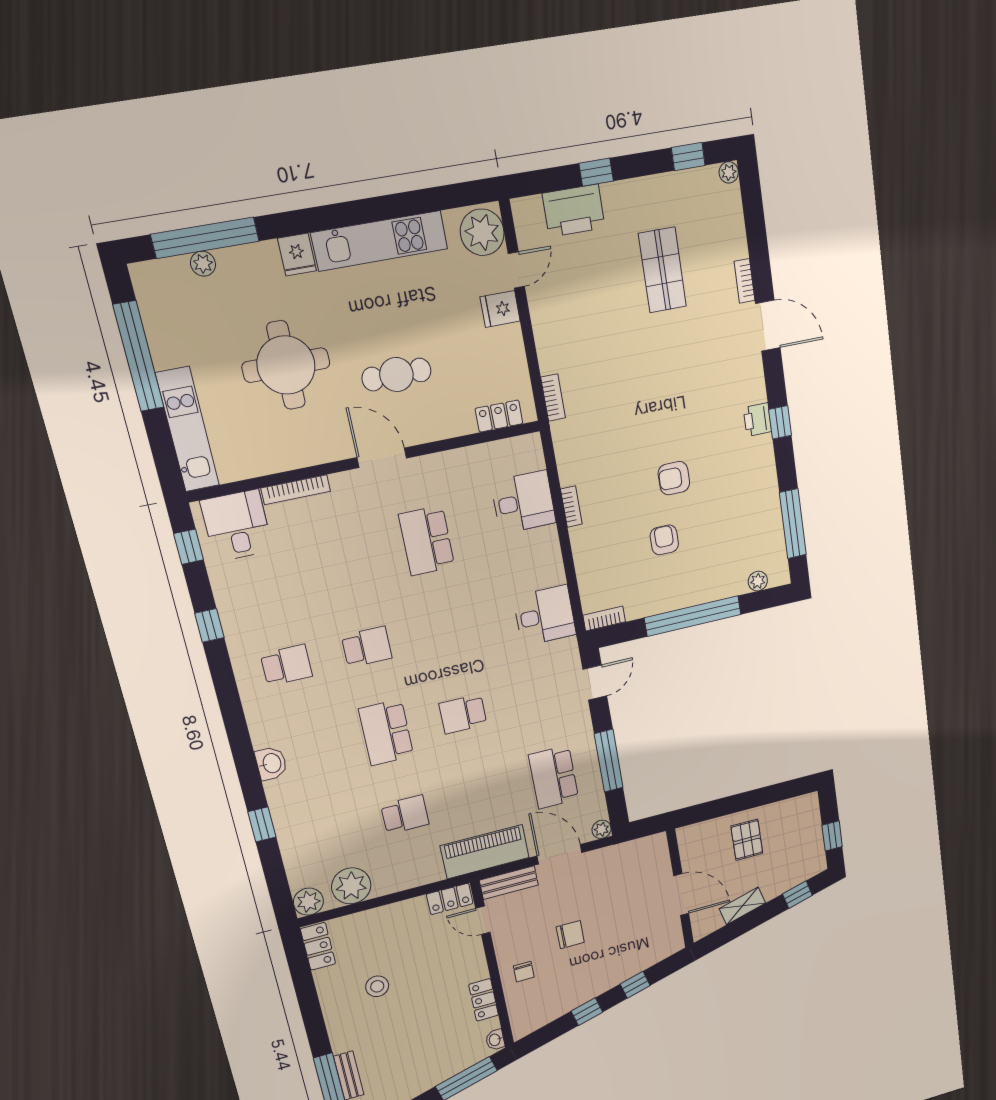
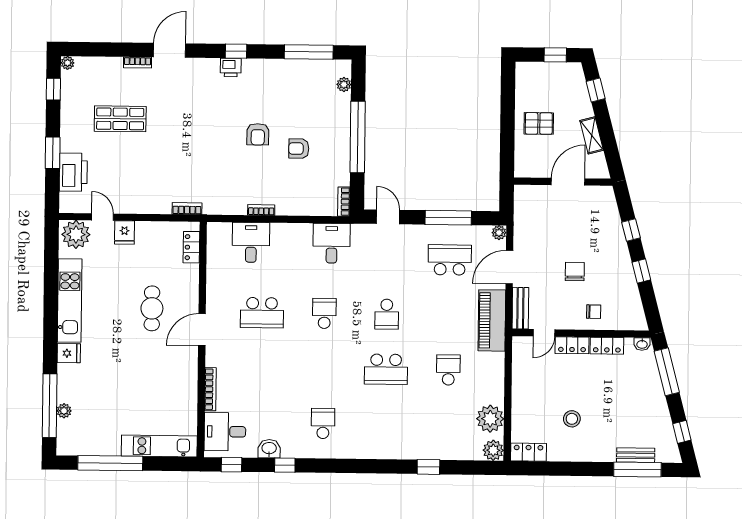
window: (596, 172) -> (53, 153), width x1.50
round table: (286, 365) -> (133, 376), removed
school desk: (367, 647) -> (324, 313), moved
washbasin: (271, 763) -> (269, 449), moved
school desk: (554, 777) -> (450, 260), turned 180
locker: (450, 899) -> (572, 345), moved, turned 90

